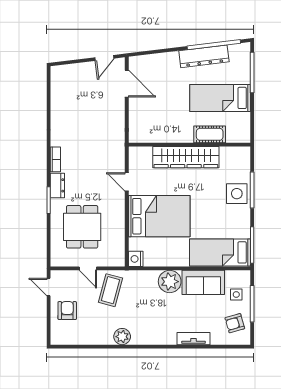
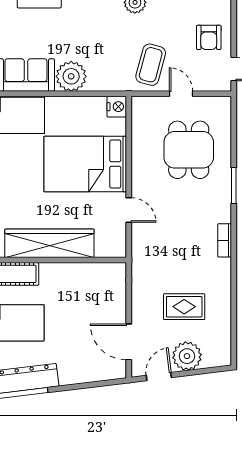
plant: (83, 73) -> (187, 356), added
rug: (86, 110) -> (184, 307), added
dresser: (57, 185) -> (222, 205), removed

